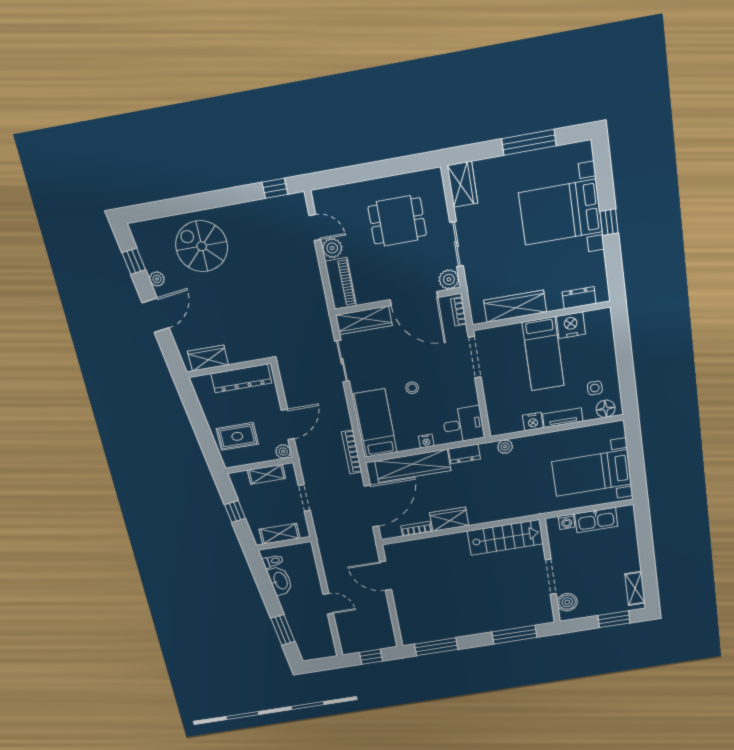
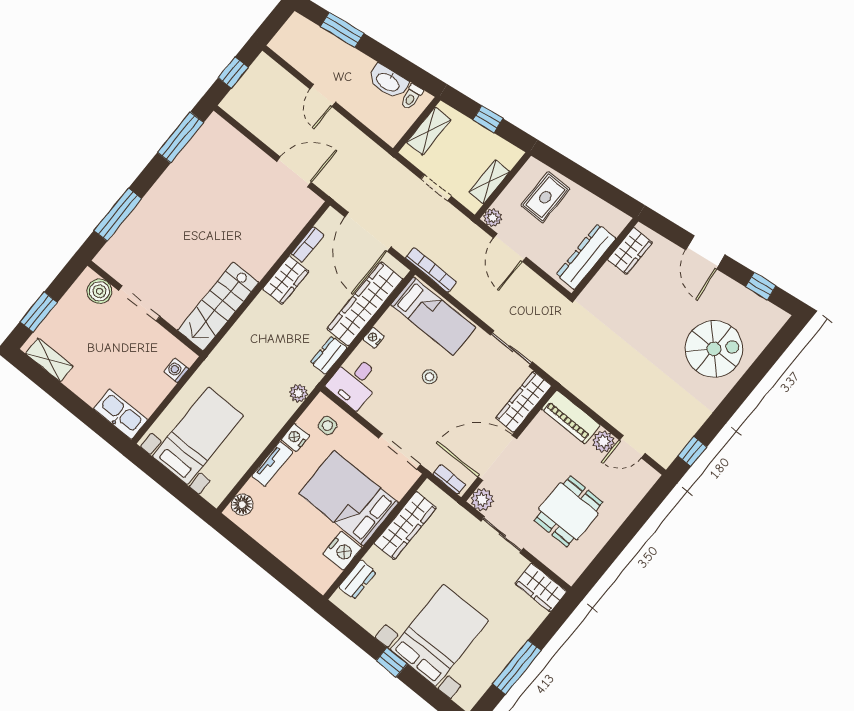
plant: (157, 279) -> (729, 287), removed
bed: (543, 354) -> (349, 498), width x1.50
side table: (595, 388) -> (327, 426), moved
kitchen sink: (596, 520) -> (120, 414), moved, turned 90
door: (328, 604) -> (323, 95), hinge flipped

